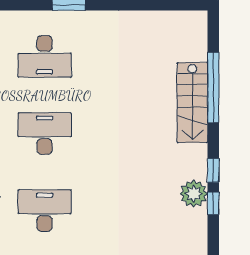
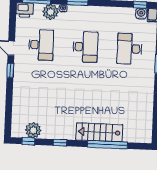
plant: (194, 194) -> (33, 130), moved
window: (213, 203) -> (28, 141), moved

